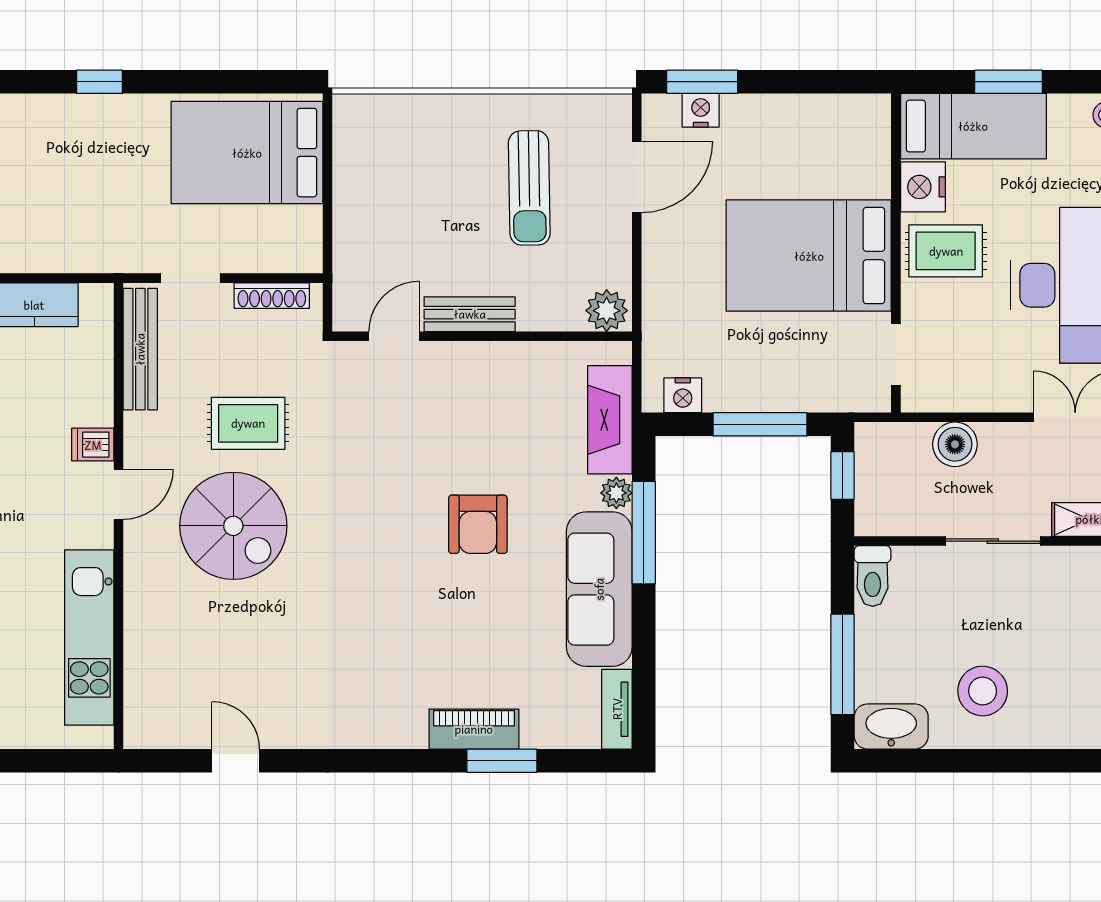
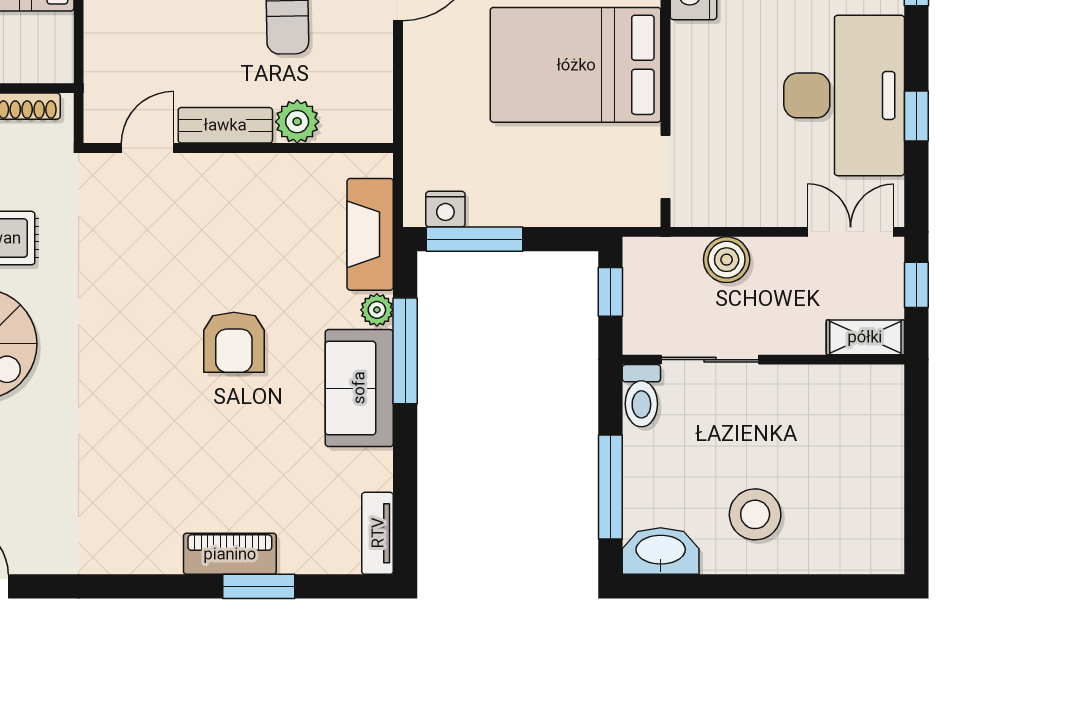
rug: (946, 251) -> (717, 60), removed
plant: (607, 311) -> (297, 122), moved
window: (760, 424) -> (475, 239), moved
sliding door: (993, 541) -> (710, 360), moved
sofa: (599, 589) -> (359, 388), width x0.73

